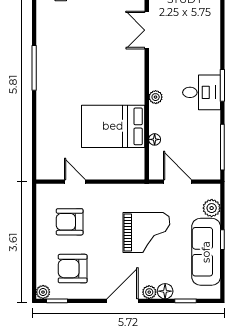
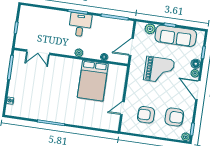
armchair: (70, 222) -> (146, 115), turned 90
grand piano: (146, 233) -> (159, 70), turned 90
armchair: (73, 269) -> (174, 117), turned -90

